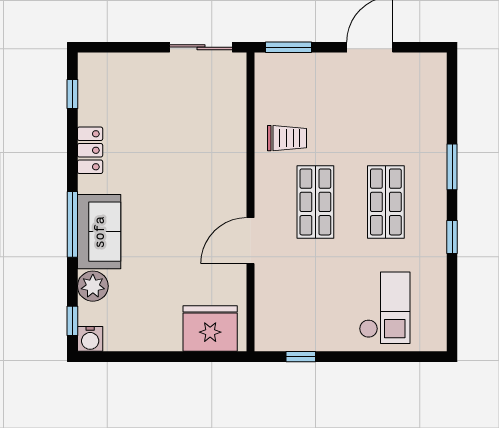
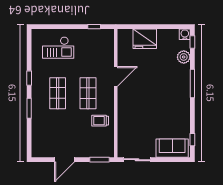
locker: (90, 150) -> (185, 115), removed
sofa: (99, 232) -> (172, 148), moved, turned 90
checkout: (385, 308) -> (58, 48), turned -90
fridge: (210, 329) -> (145, 39), moved

